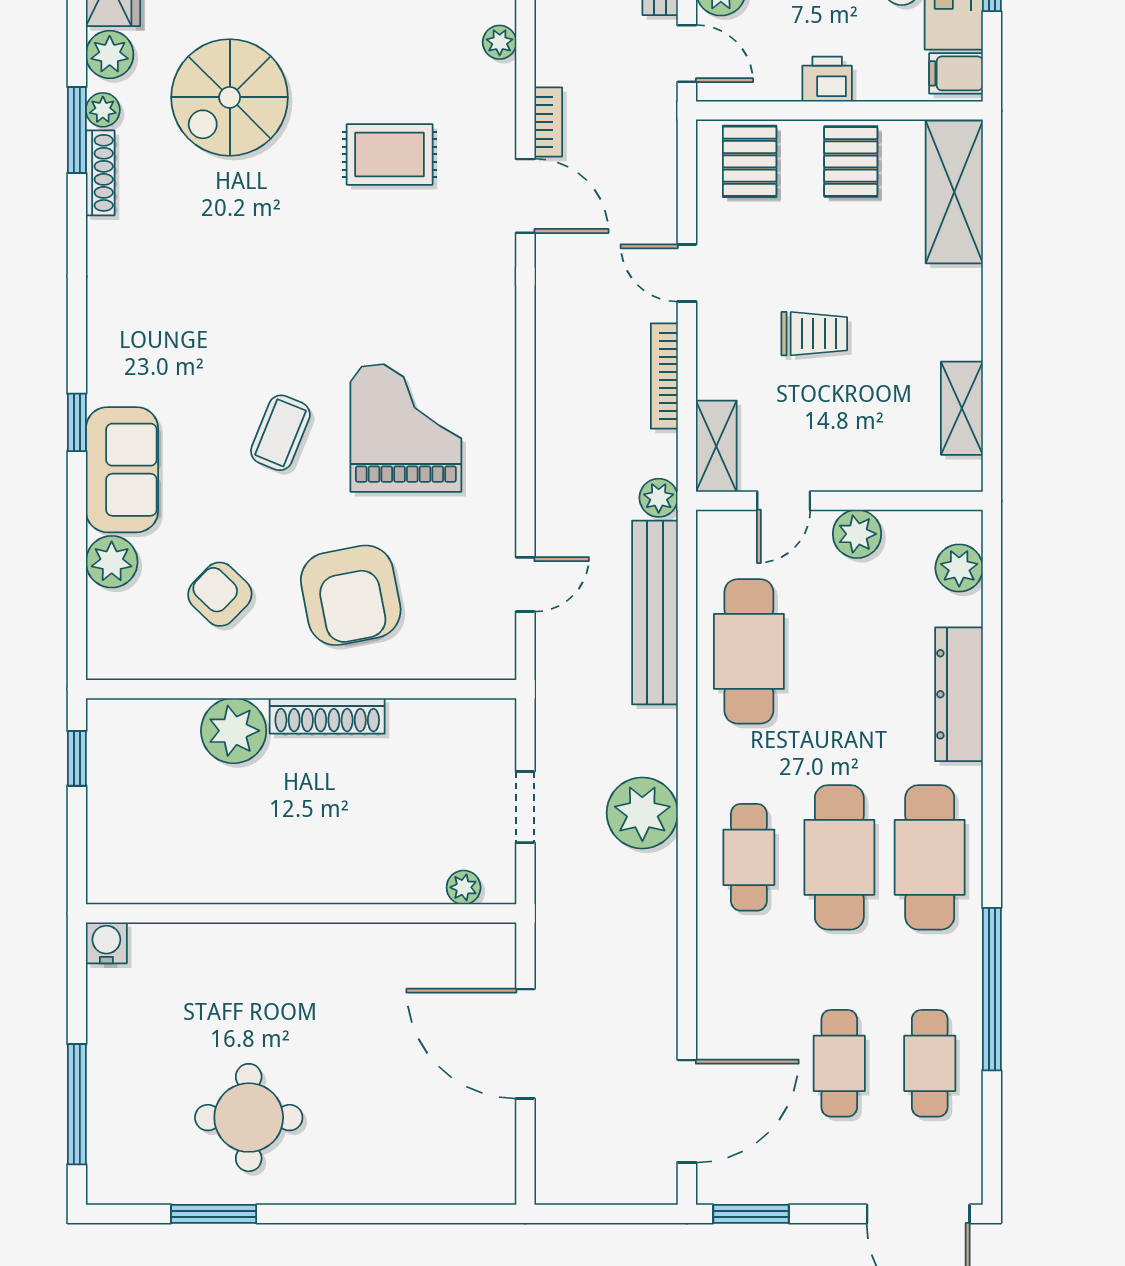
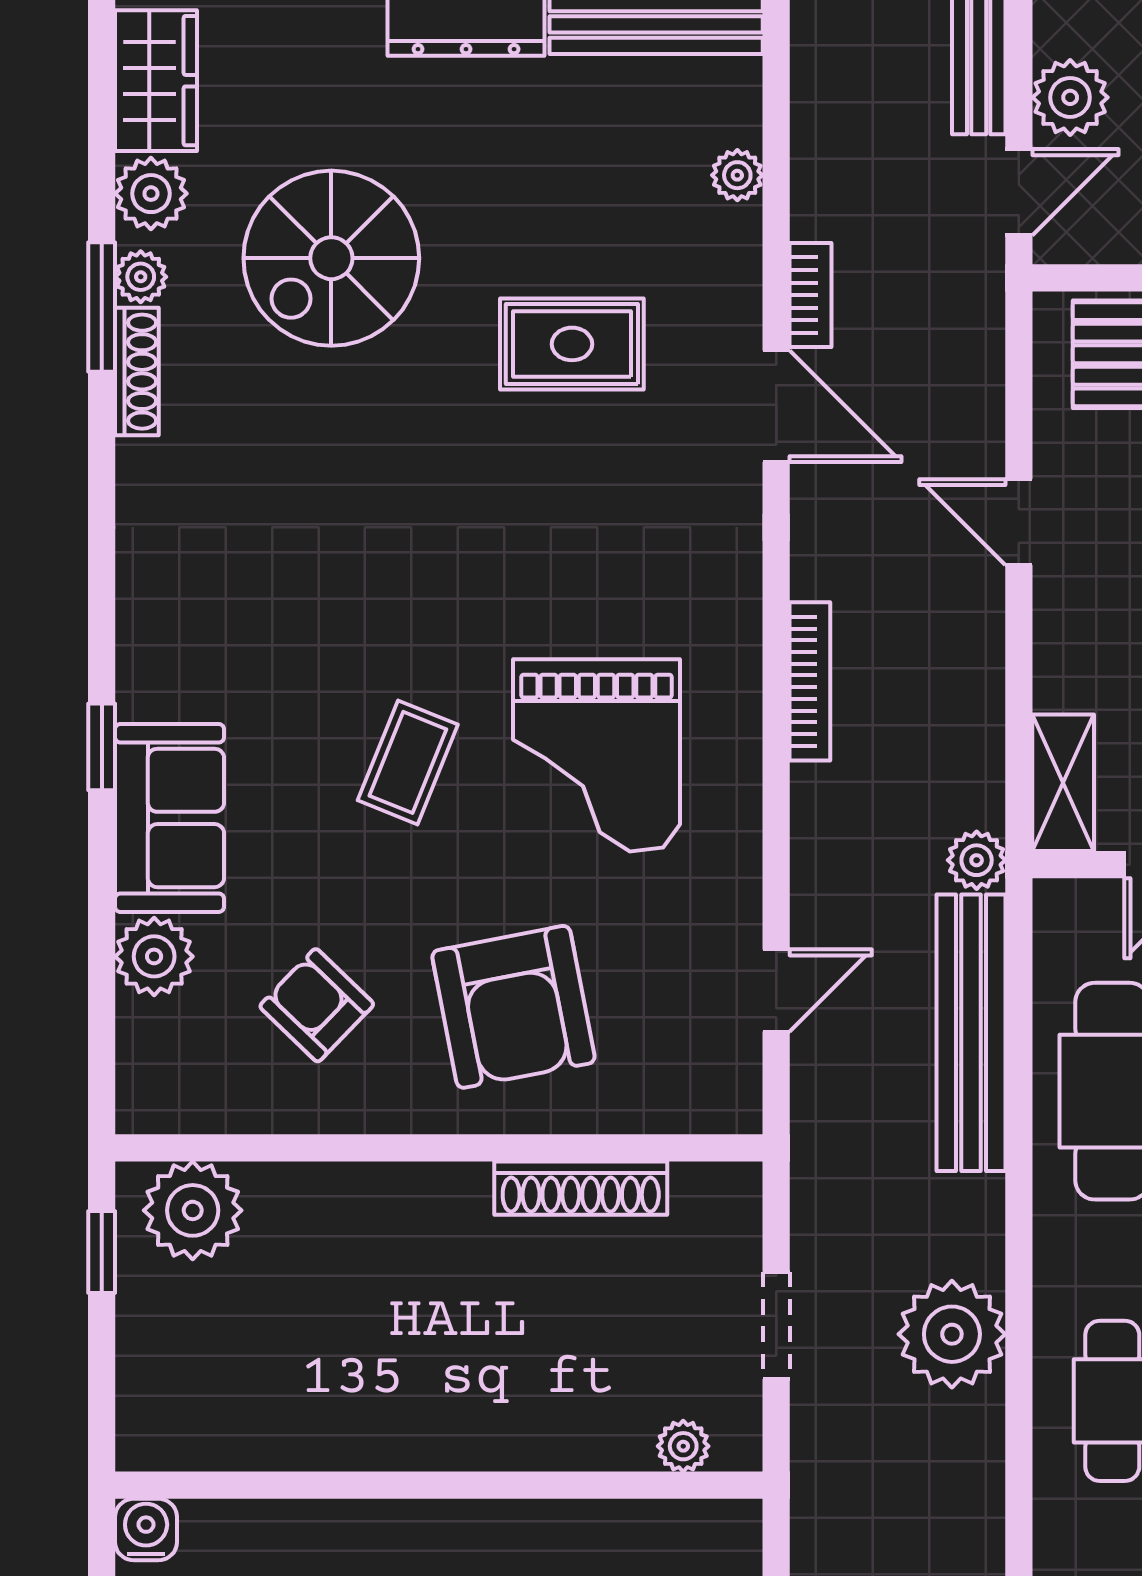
door: (687, 54) -> (1019, 192), hinge flipped
bookcase: (664, 376) -> (810, 681), moved, turned 180
grand piano: (406, 428) -> (596, 755), turned 180
shoe rack: (327, 716) -> (581, 1188), moved
plant: (234, 731) -> (193, 1210), moved

